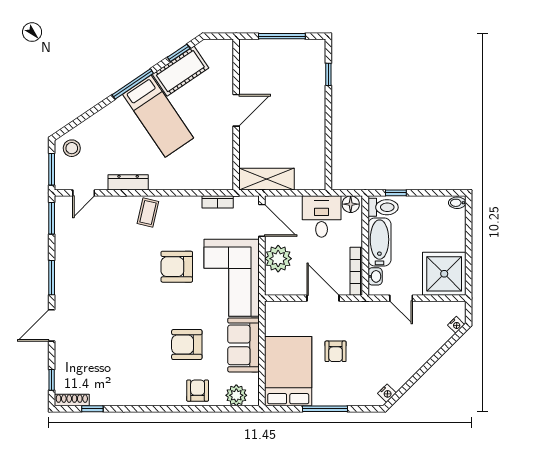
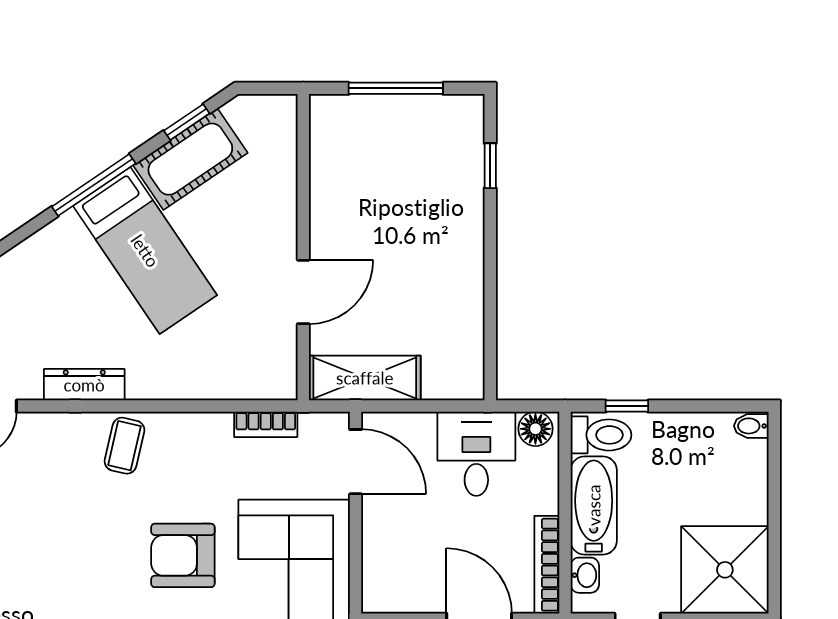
door: (236, 110) -> (303, 292), moved
plant: (278, 259) -> (389, 539), removed

